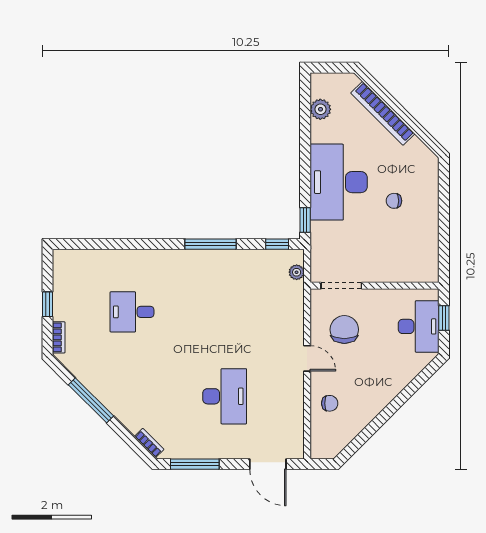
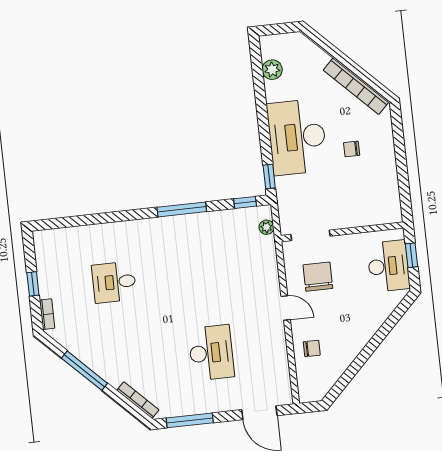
bookcase: (383, 113) -> (356, 86), moved
bookcase: (149, 443) -> (138, 400), width x1.56

